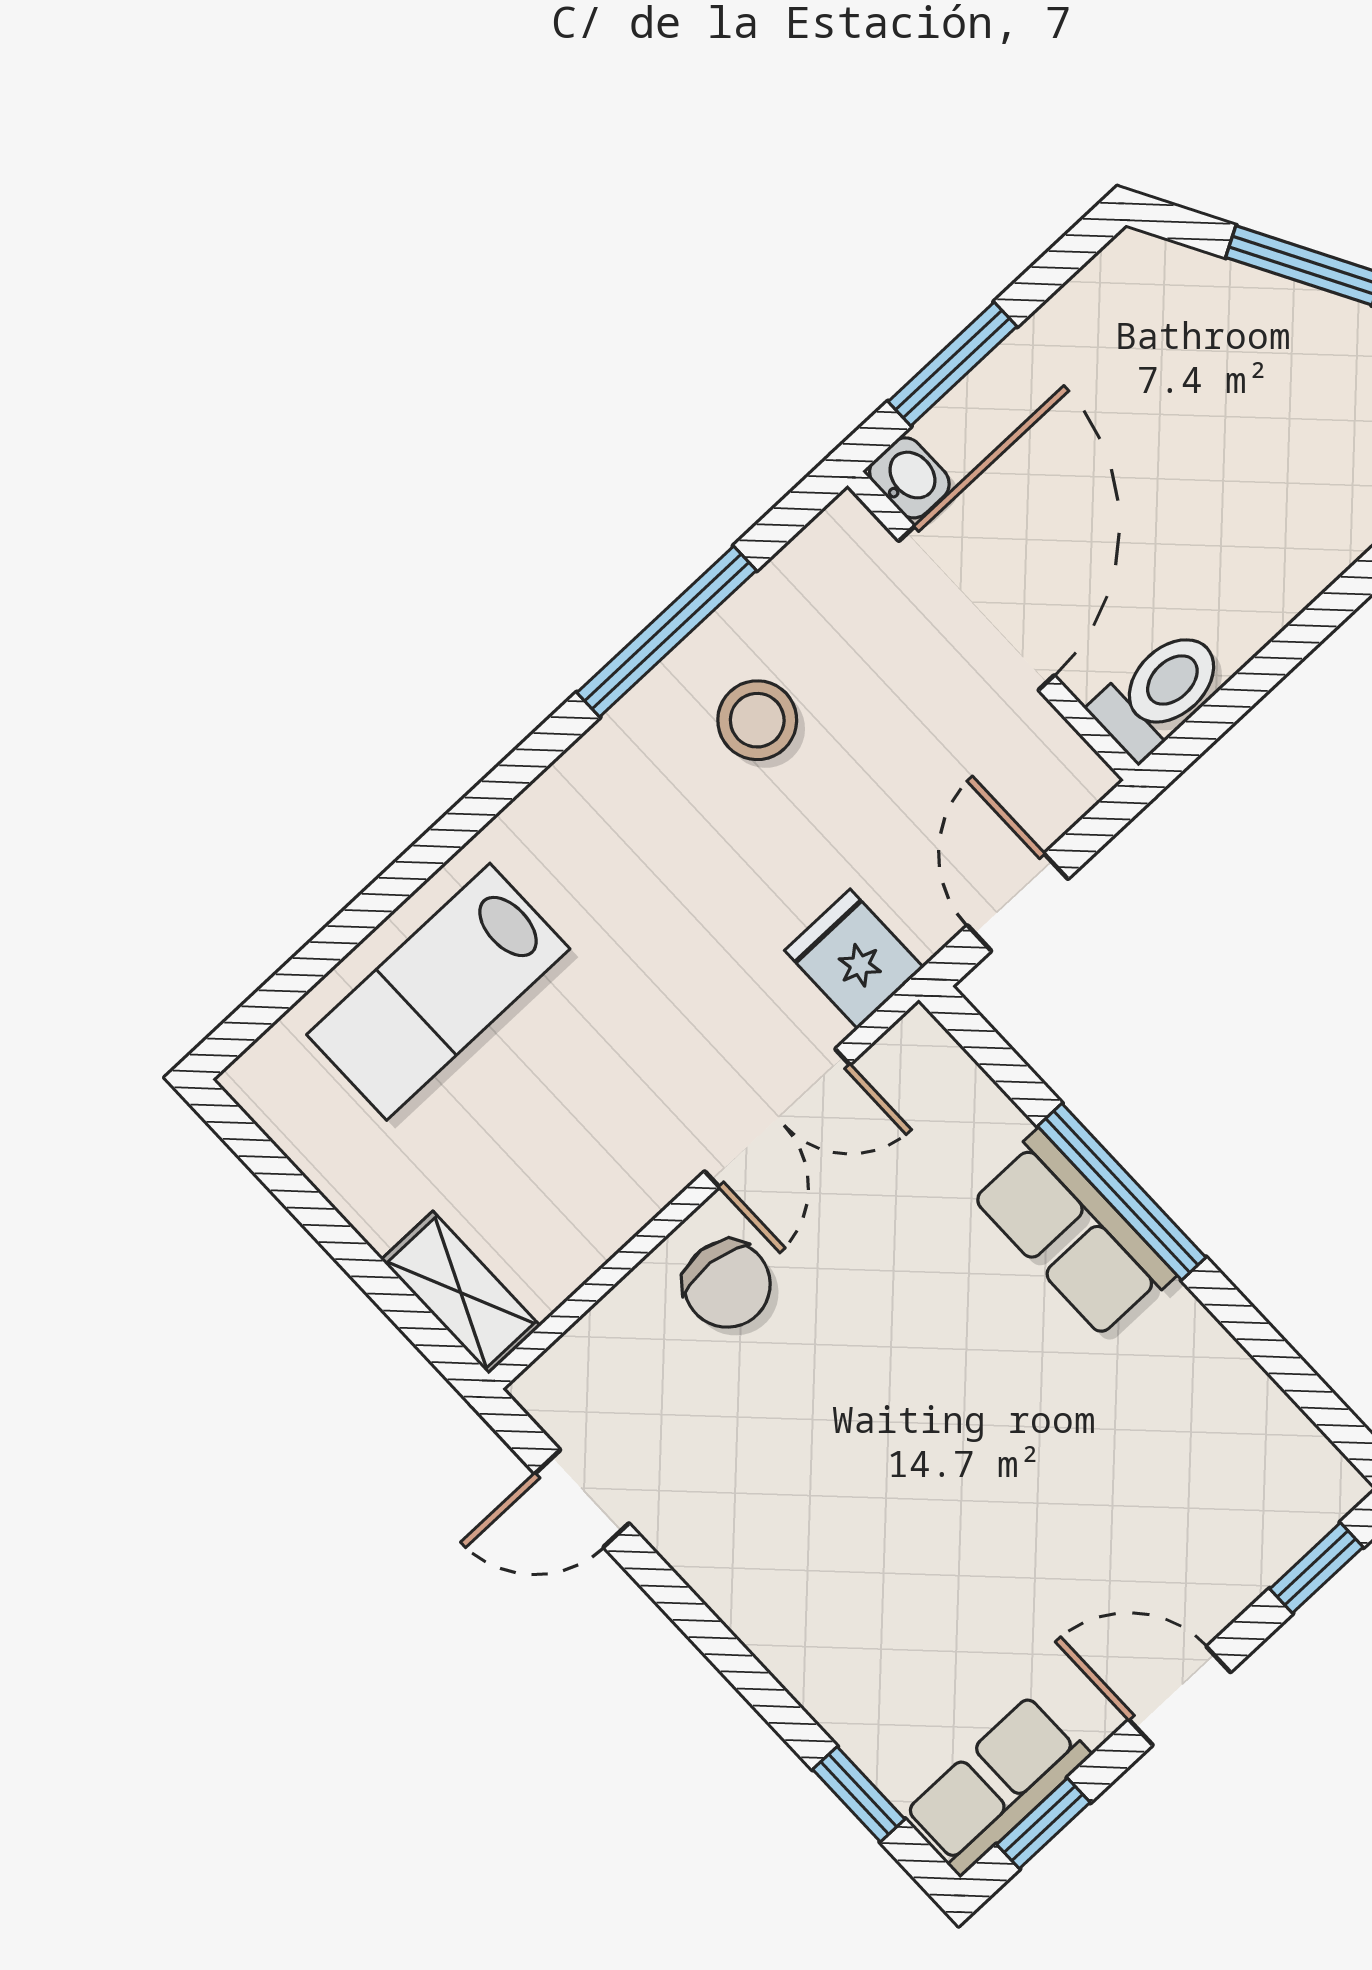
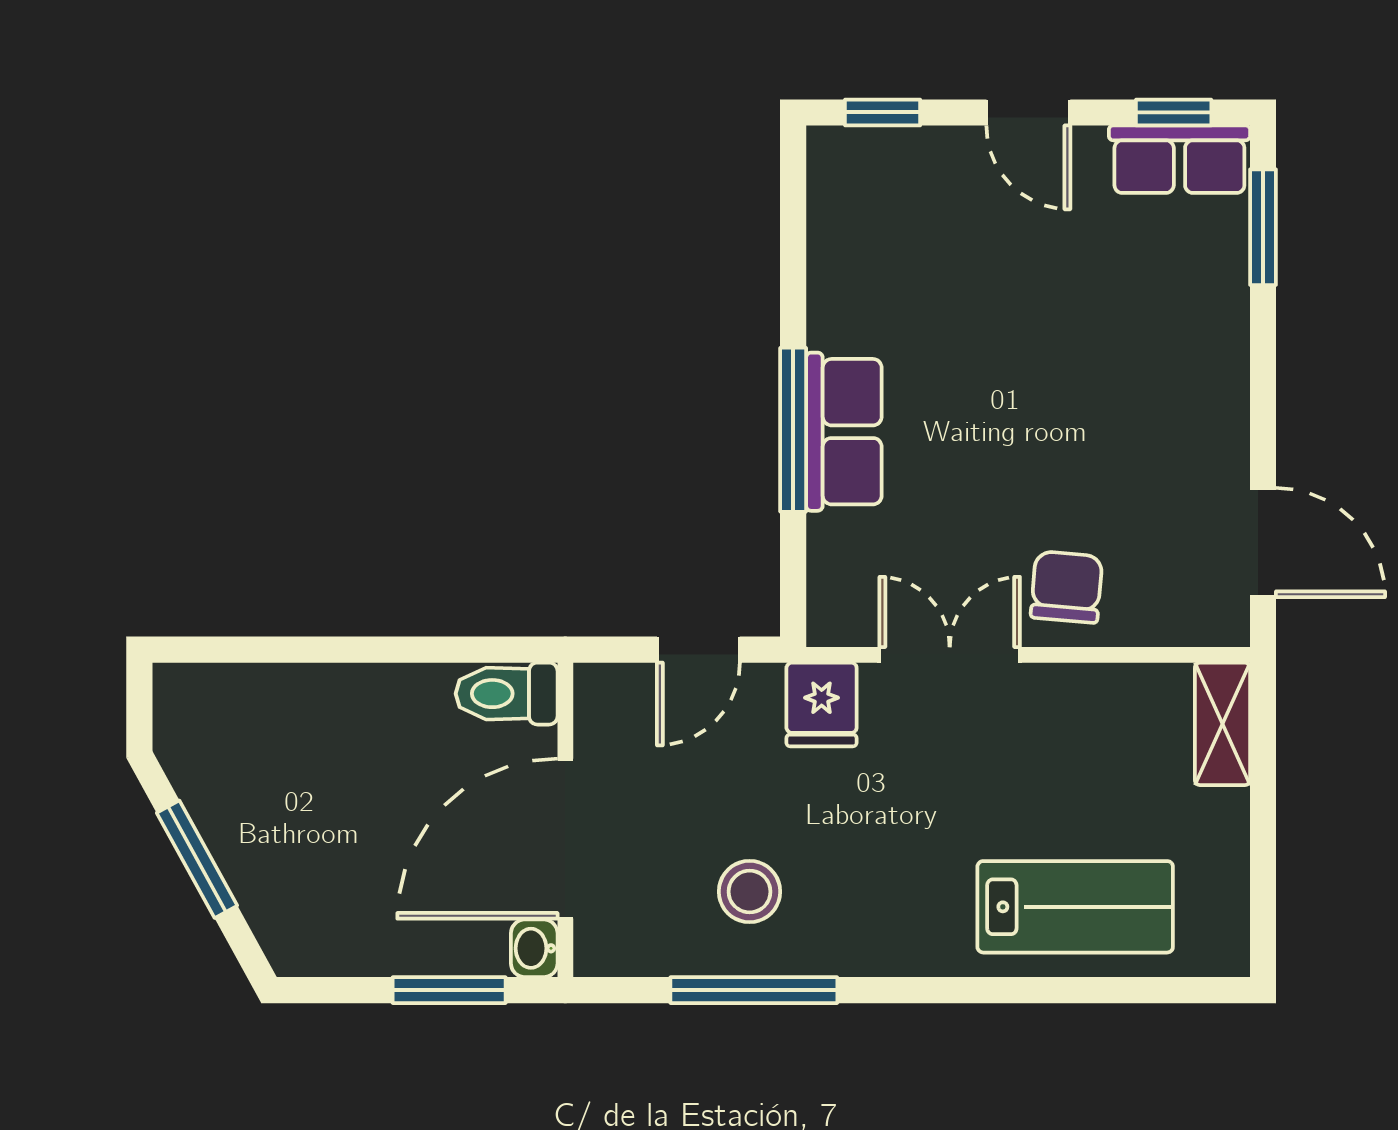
door: (582, 1498) -> (1263, 543), width x1.37
window: (859, 1794) -> (1263, 227), width x1.50

